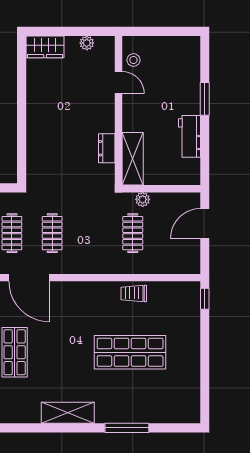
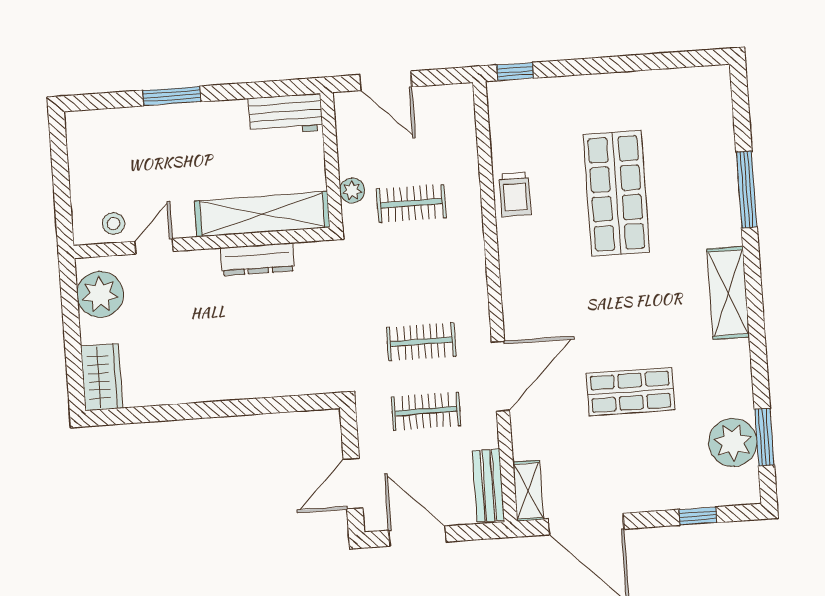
plant: (87, 43) -> (100, 294), width x1.87, depth x1.87
workbench: (189, 136) -> (286, 114), moved
dresser: (107, 148) -> (258, 259), width x1.44
shelving: (133, 159) -> (262, 214), width x1.47

